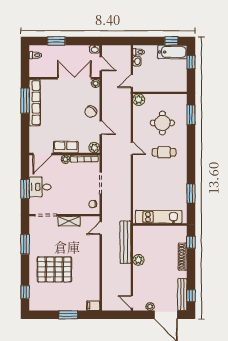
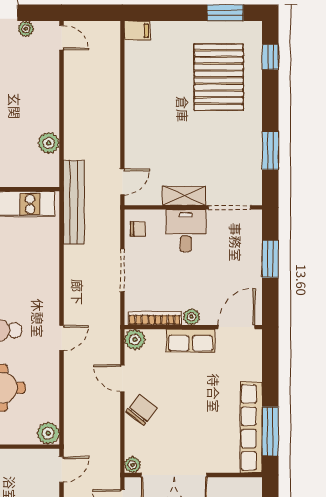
door: (132, 148) -> (61, 338), swing flipped
desk: (40, 187) -> (186, 231), moved, turned -90
bench: (125, 242) -> (74, 202), moved
plant: (138, 260) -> (49, 143), moved
pallet: (54, 269) -> (219, 77), moved, turned 90
window: (68, 315) -> (225, 13), moved

